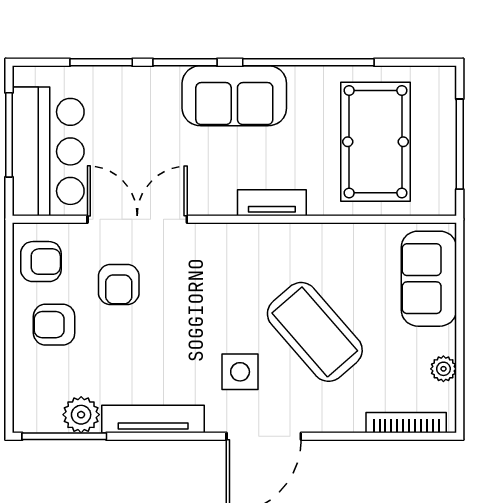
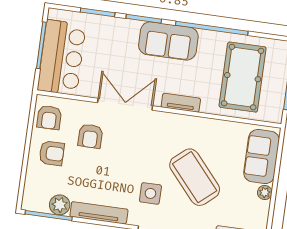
double door: (137, 219) -> (125, 104), moved
armchair: (41, 262) -> (49, 117), turned 90
armchair: (54, 325) -> (52, 153), turned 180
plant: (443, 369) -> (265, 192), moved

